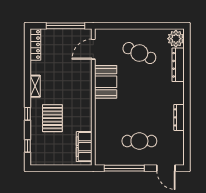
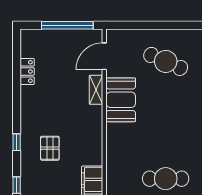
locker: (35, 44) -> (27, 71), moved, width x0.66
shelving: (35, 86) -> (96, 90), moved
pallet: (52, 118) -> (50, 148), width x0.67, depth x0.71

